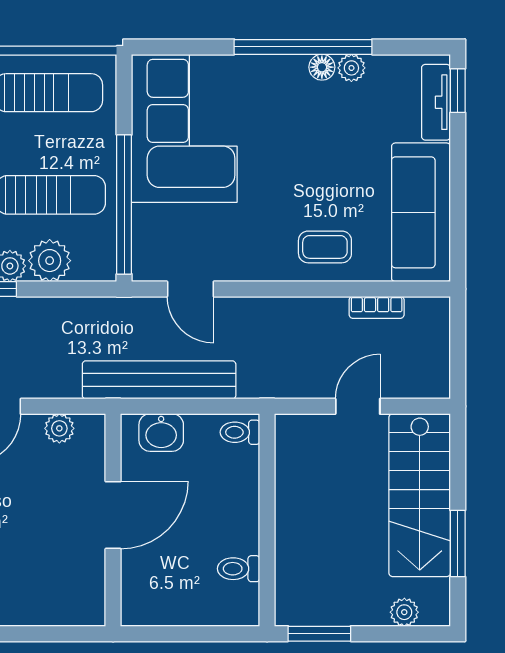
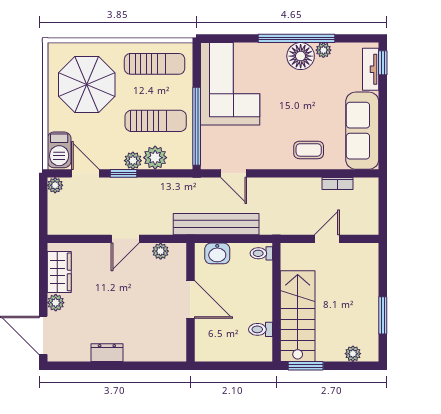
floor lamp: (322, 67) -> (301, 56), width x1.89, depth x1.89
stairs: (420, 495) -> (298, 316), moved, turned 180
door: (113, 515) -> (190, 300), hinge flipped

